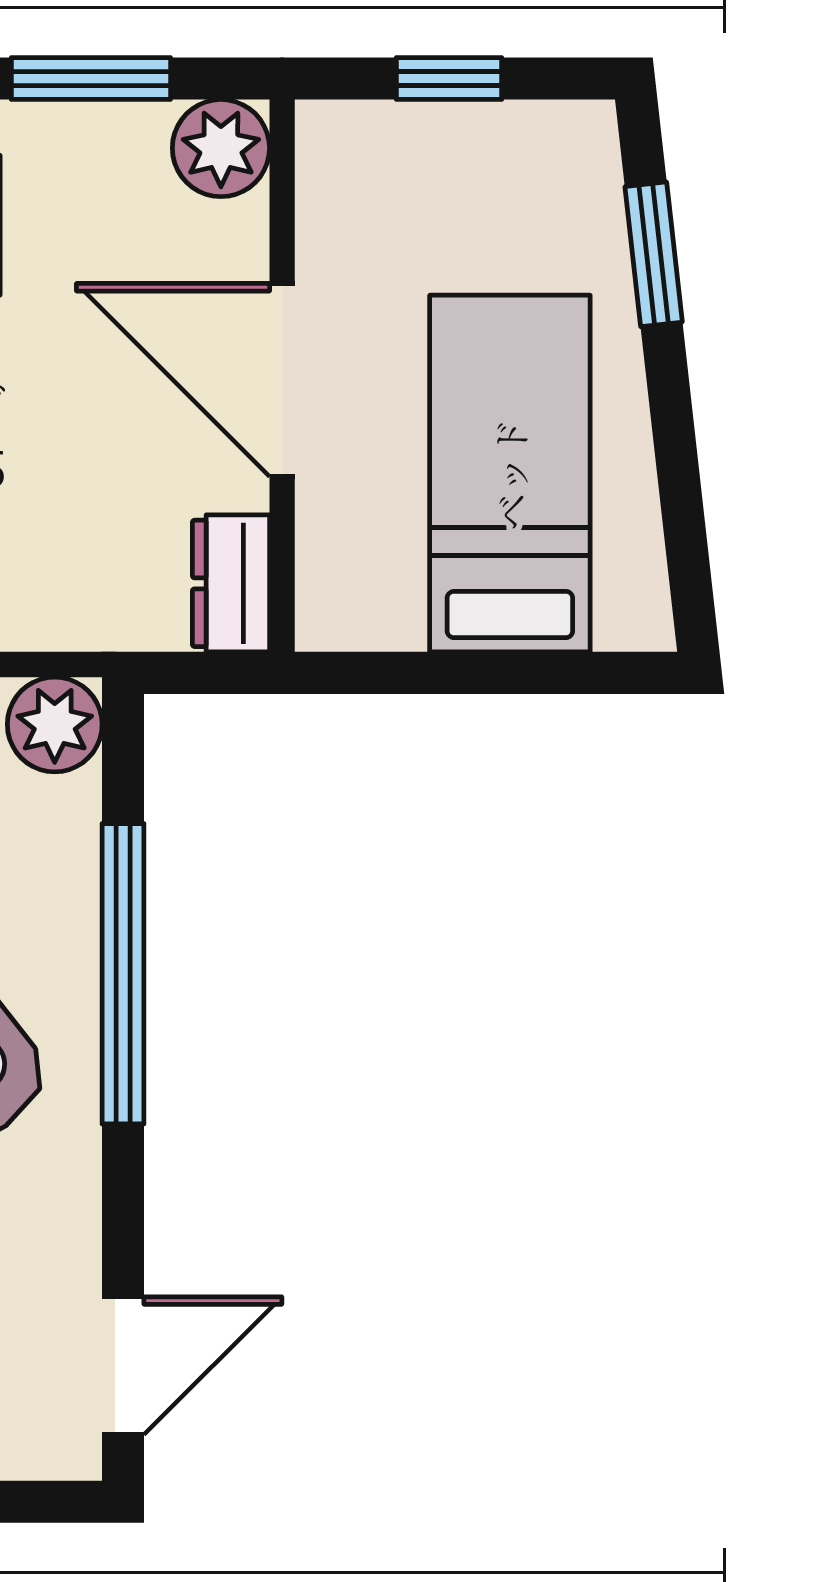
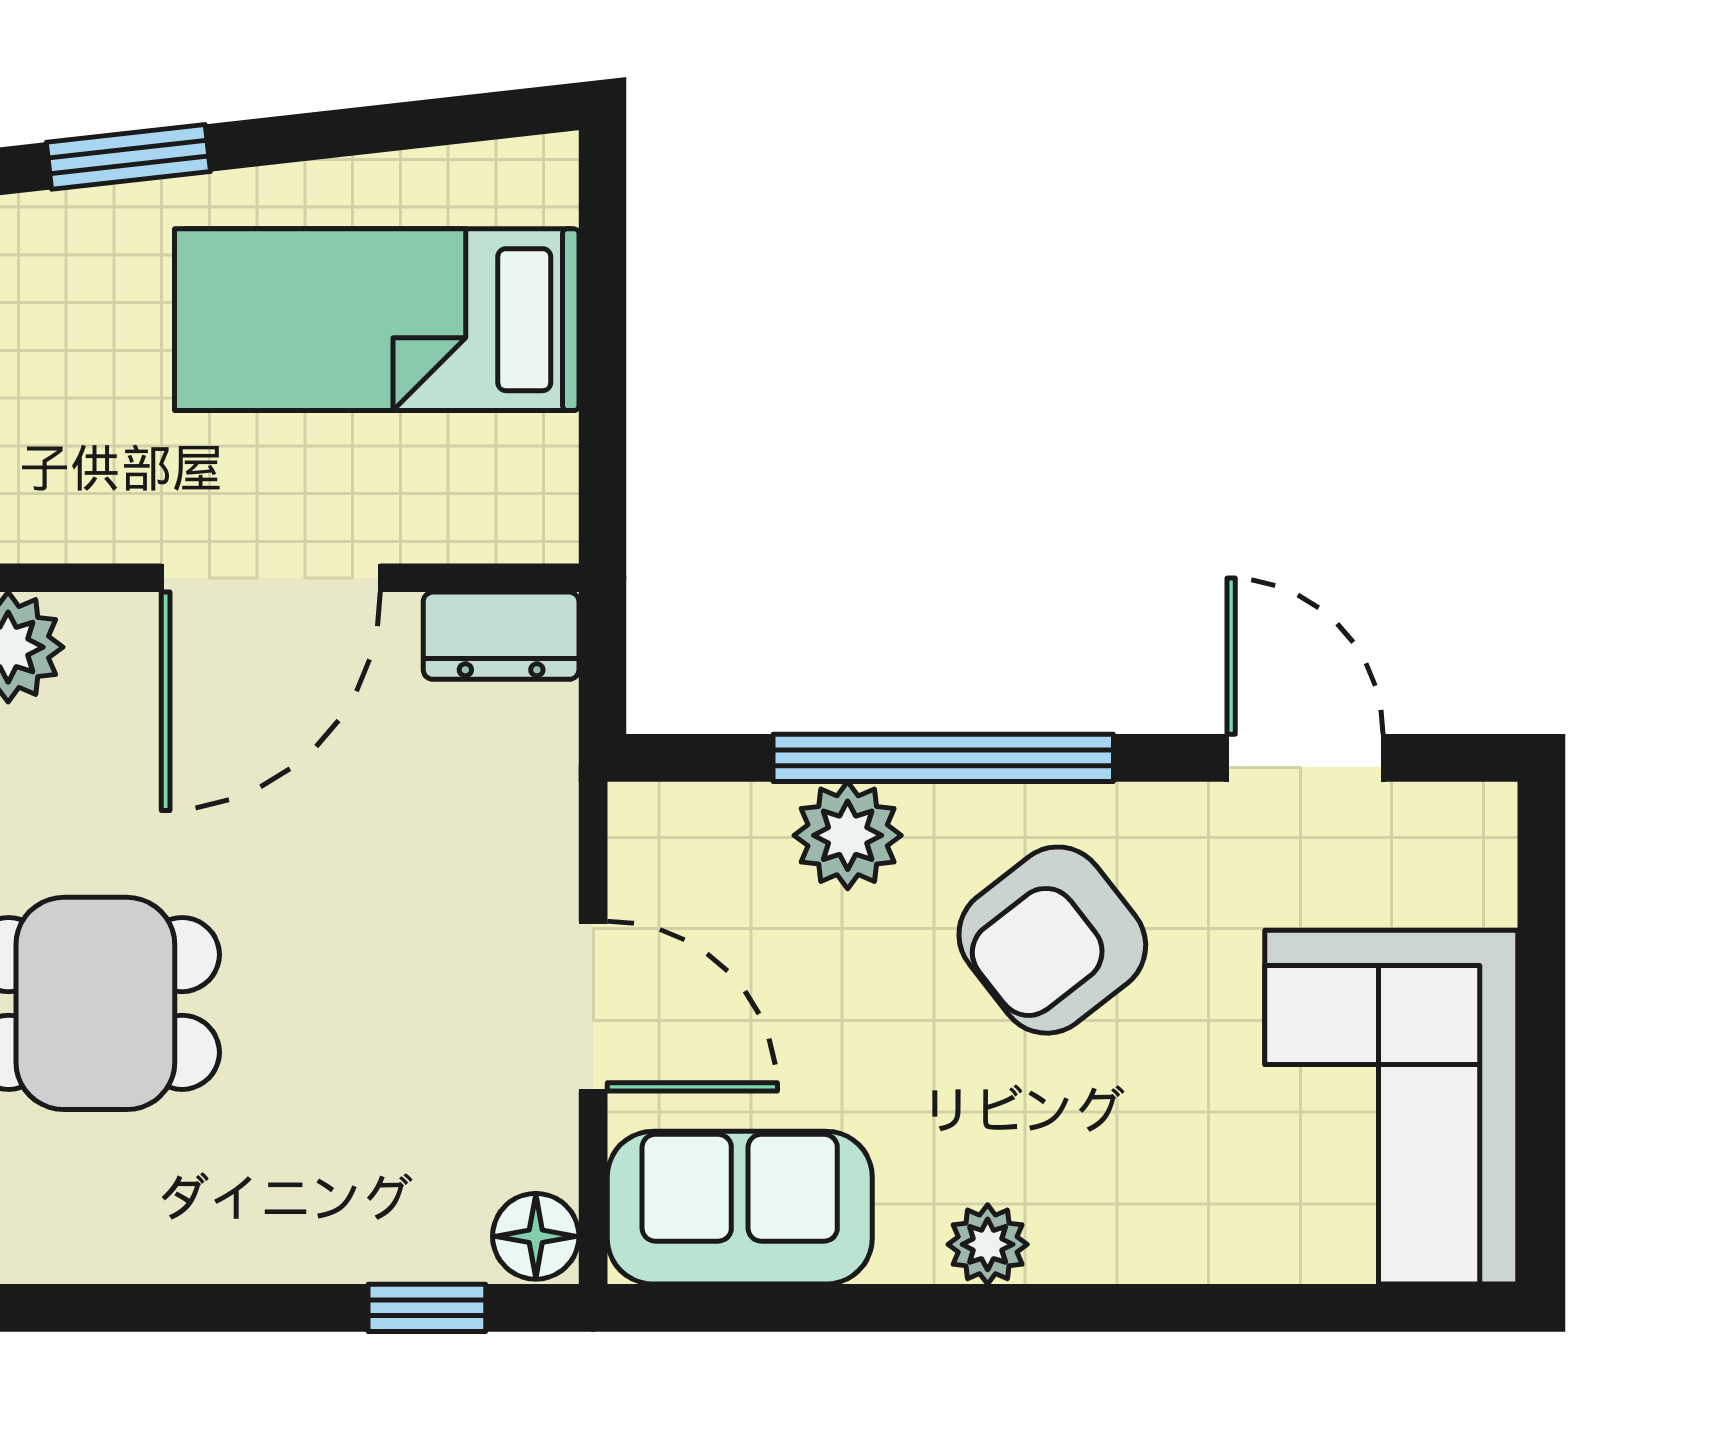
plant: (55, 724) -> (848, 835), moved
door: (123, 1366) -> (1305, 758), moved

